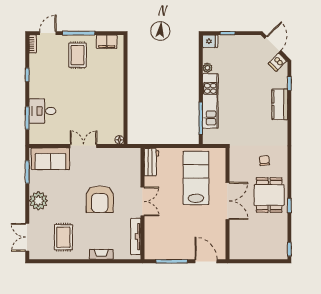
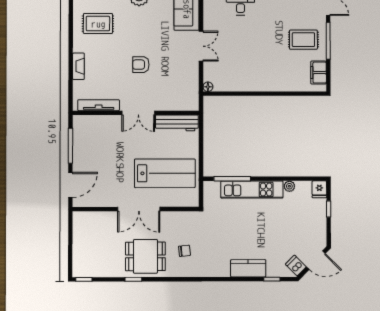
workbench: (151, 162) -> (177, 123), width x1.38
armchair: (100, 199) -> (141, 65), width x0.53, depth x0.53

